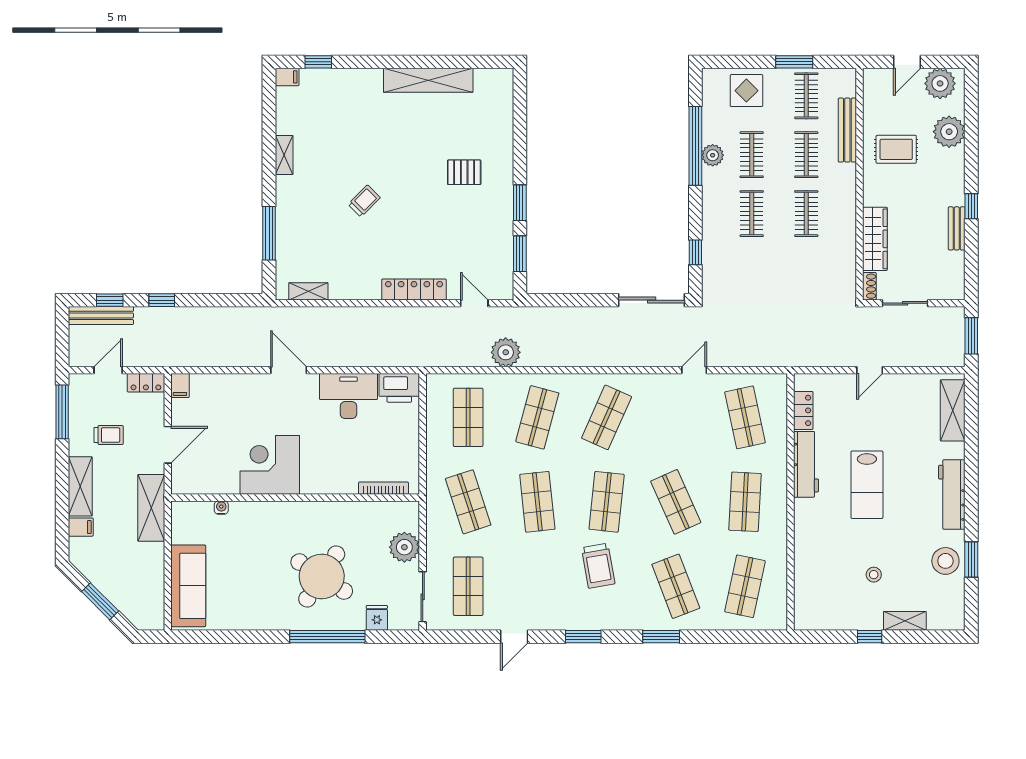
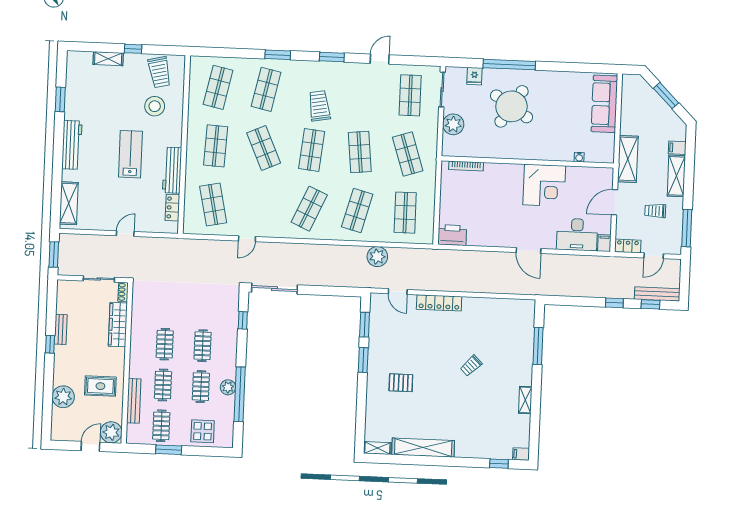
plant: (940, 83) -> (111, 432), moved
shelving: (308, 291) -> (377, 448), moved
desk: (348, 396) -> (577, 235), moved
stool: (945, 561) -> (78, 99), removed
stool: (874, 575) -> (155, 106), moved, width x1.89, depth x1.89
shop shelf: (676, 586) -> (266, 89), turned 33
trolley: (830, 605) -> (159, 72), added

